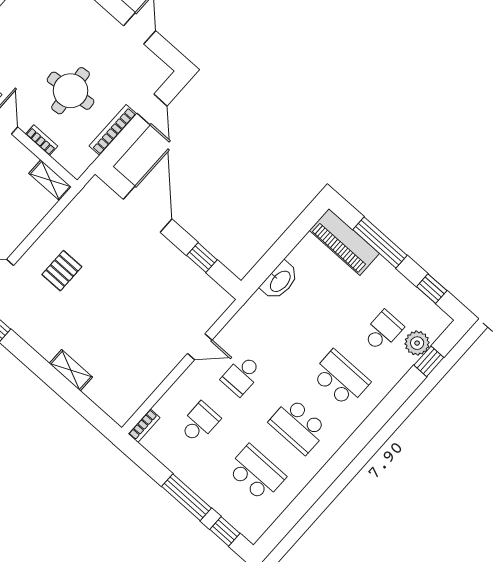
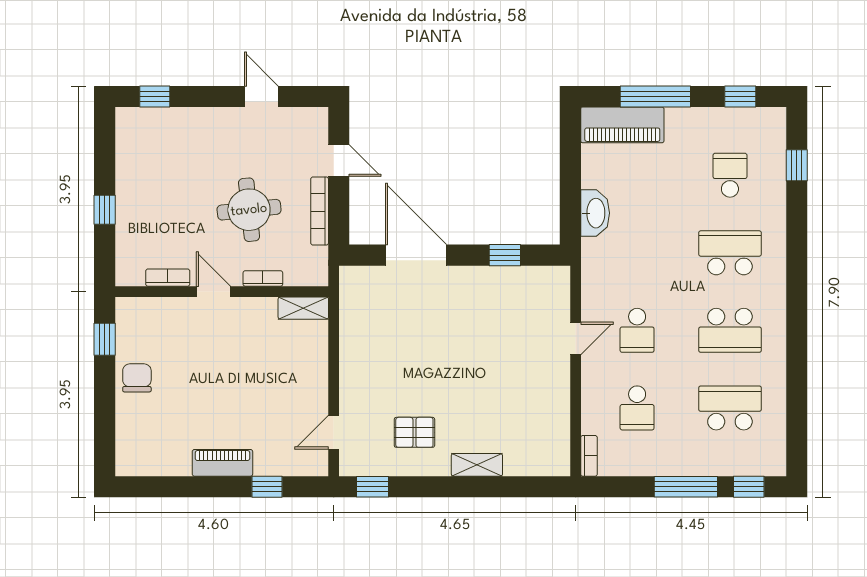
pallet: (62, 271) -> (414, 432), moved, turned 90
plant: (417, 343) -> (771, 158), removed
school desk: (200, 423) -> (637, 408), turned 180

